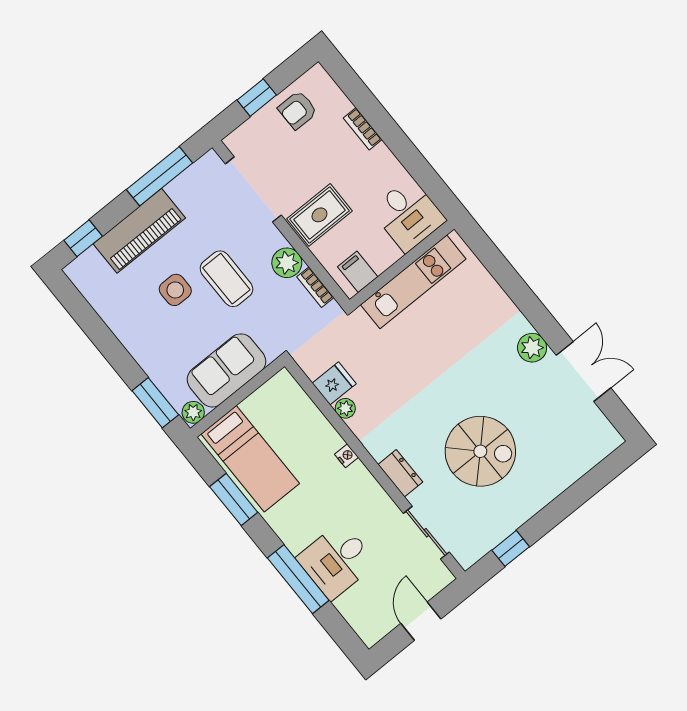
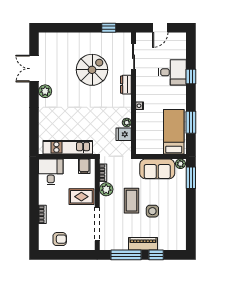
window: (257, 98) -> (70, 255), removed
piano: (139, 231) -> (143, 244), width x0.73, depth x0.75
window: (83, 238) -> (156, 255), moved
spiral stairs: (480, 451) -> (92, 70), turned 90
window: (298, 579) -> (191, 77), width x0.46

